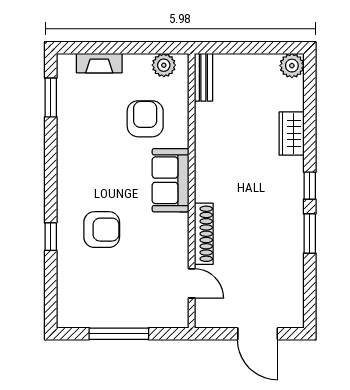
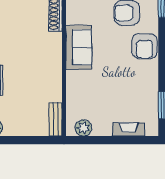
armchair: (145, 119) -> (144, 46), moved

